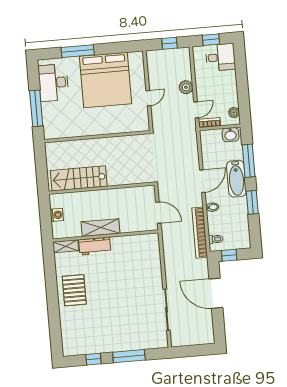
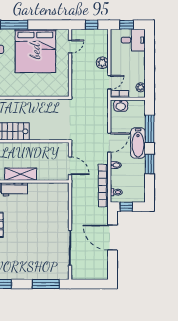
door: (148, 98) -> (70, 46), moved
washbasin: (231, 135) -> (121, 106), moved
window: (129, 356) -> (46, 284), moved

